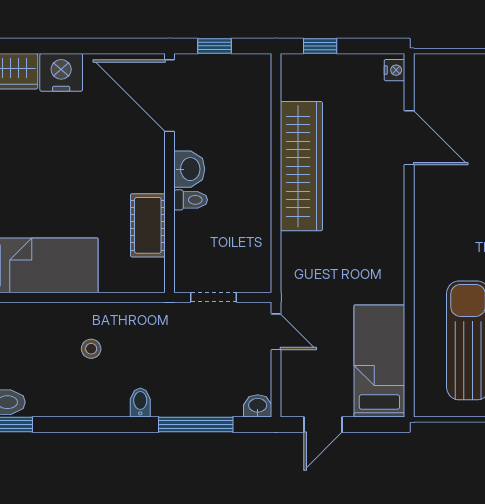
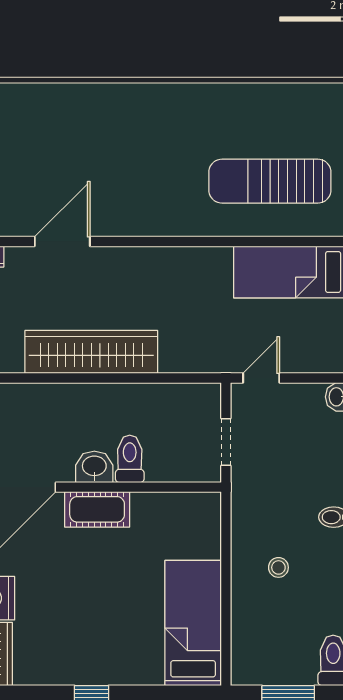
toilet: (191, 200) -> (130, 459), width x1.37, depth x1.39
cot: (148, 225) -> (97, 509), moved

